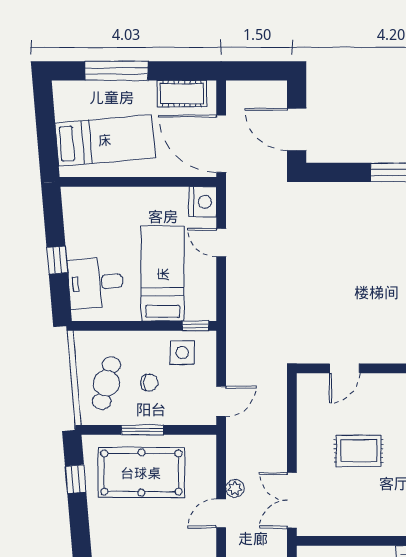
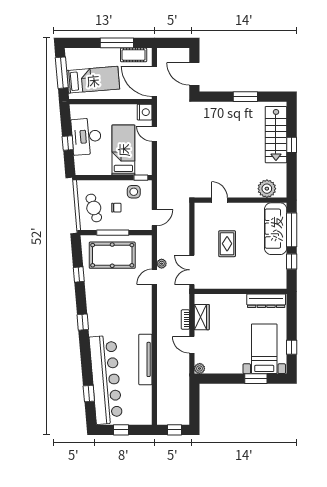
window: (116, 71) -> (117, 43), moved
window: (46, 127) -> (62, 73), added
desk: (95, 283) -> (86, 136), moved, width x1.37
door: (344, 368) -> (219, 200), swing flipped
cafe table: (106, 383) -> (94, 208), turned -32
window: (143, 430) -> (113, 233), width x1.44
rug: (359, 451) -> (227, 244), turned 90
window: (76, 479) -> (79, 274), moved

